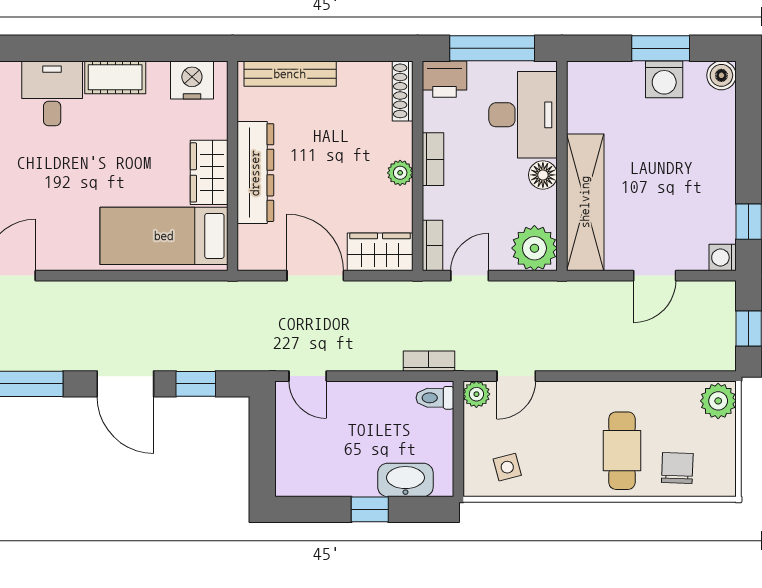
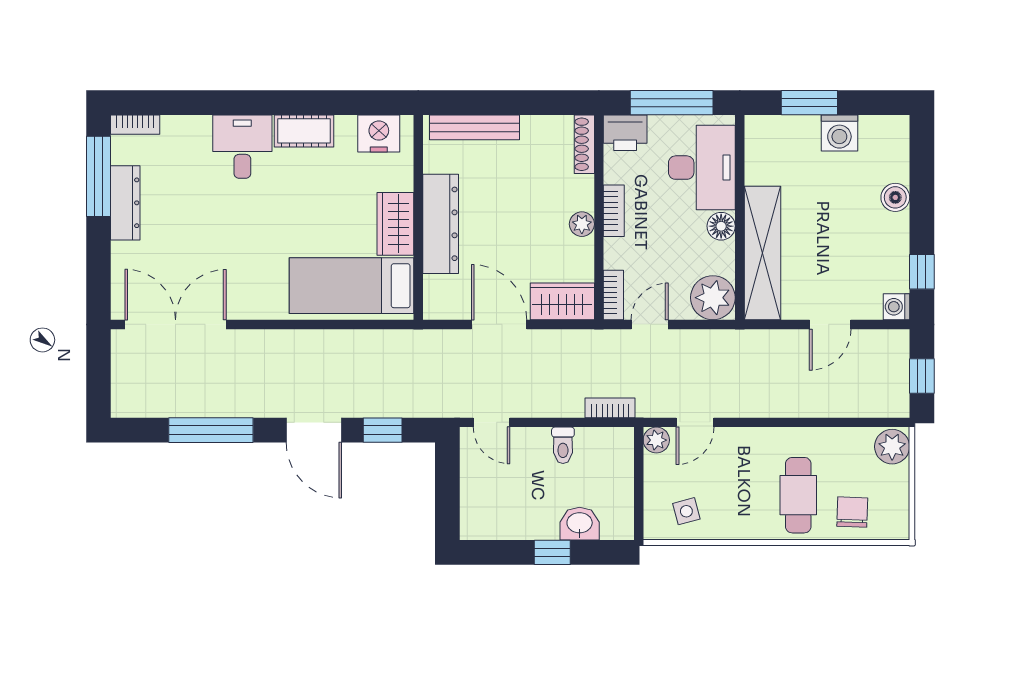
window: (661, 48) -> (809, 103), moved
boiler: (721, 75) -> (895, 197), moved
toilet: (435, 398) -> (563, 445), moved, turned -90
washbasin: (405, 480) -> (580, 524), width x0.72

